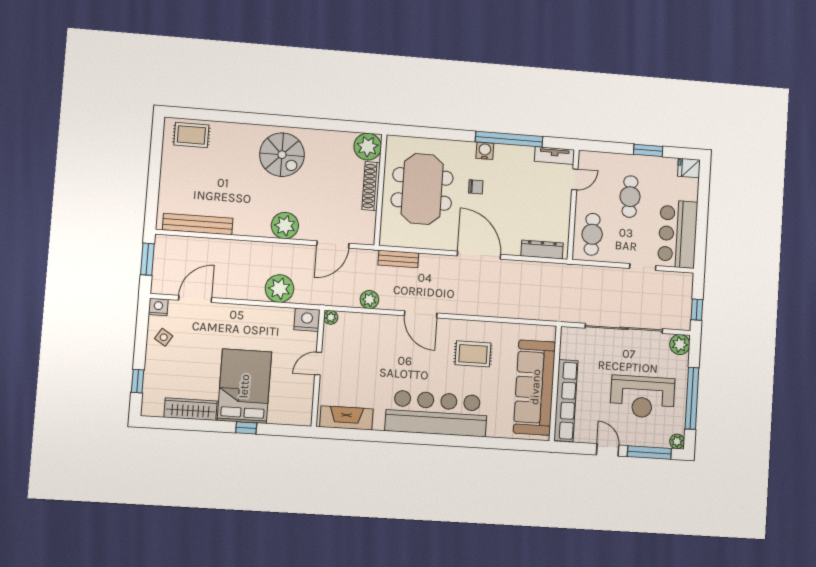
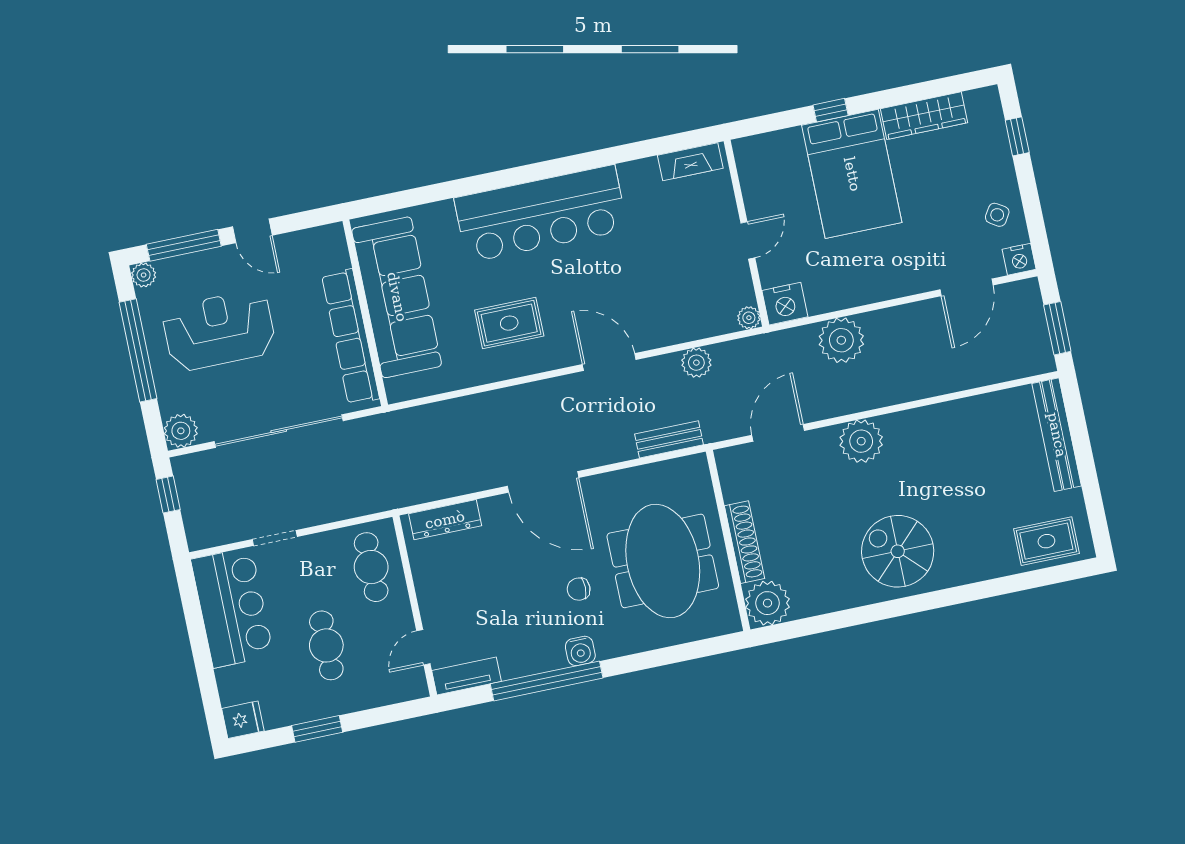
bench: (198, 224) -> (1057, 435), moved, turned 90
row of seats: (566, 401) -> (351, 337), moved
fireplace: (346, 418) -> (690, 162), width x0.73, depth x0.76

